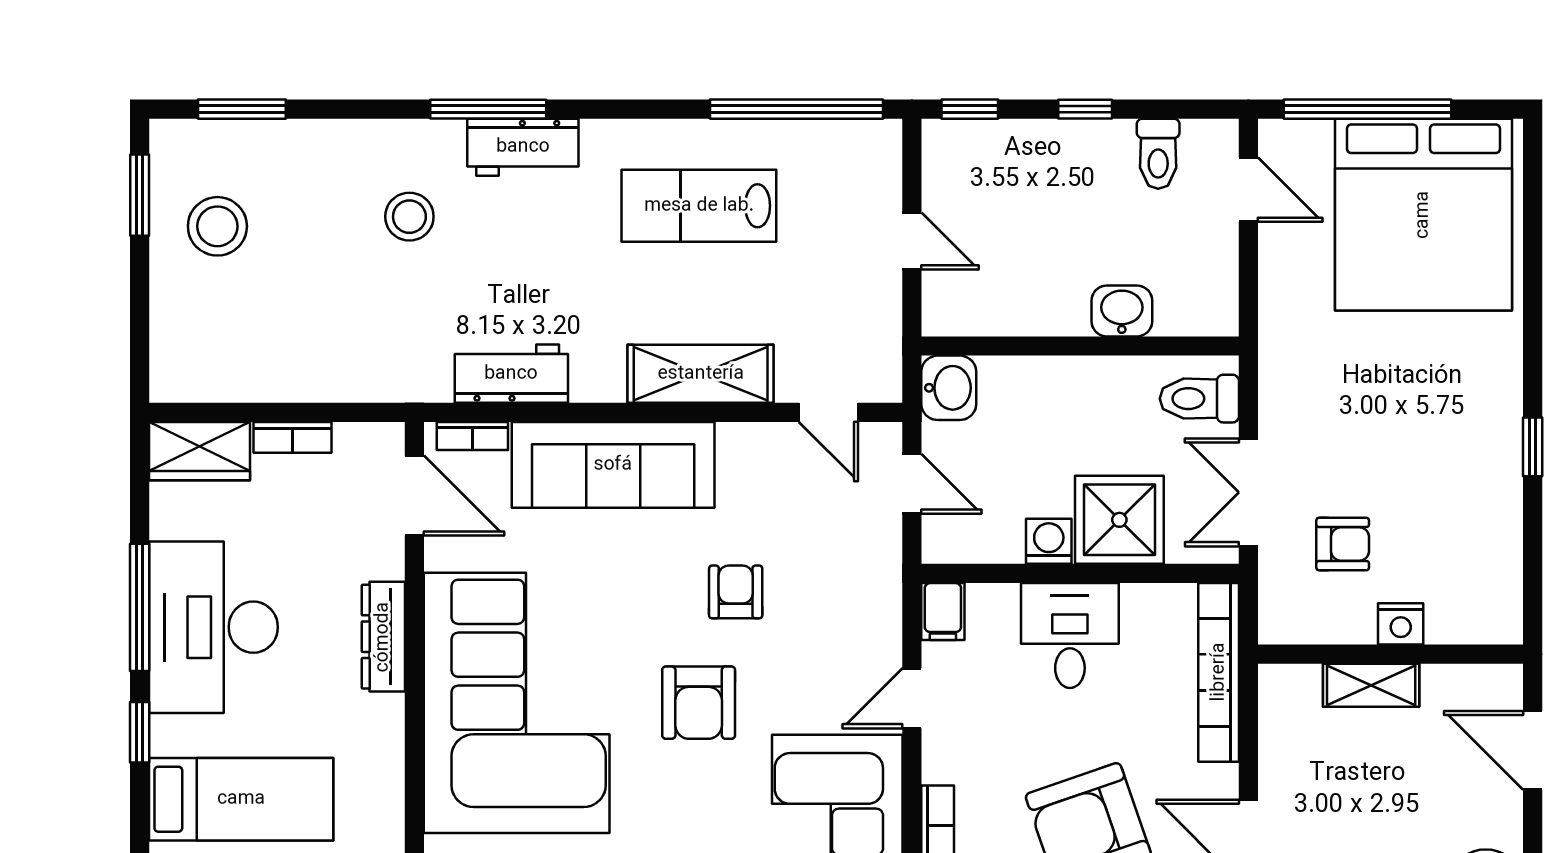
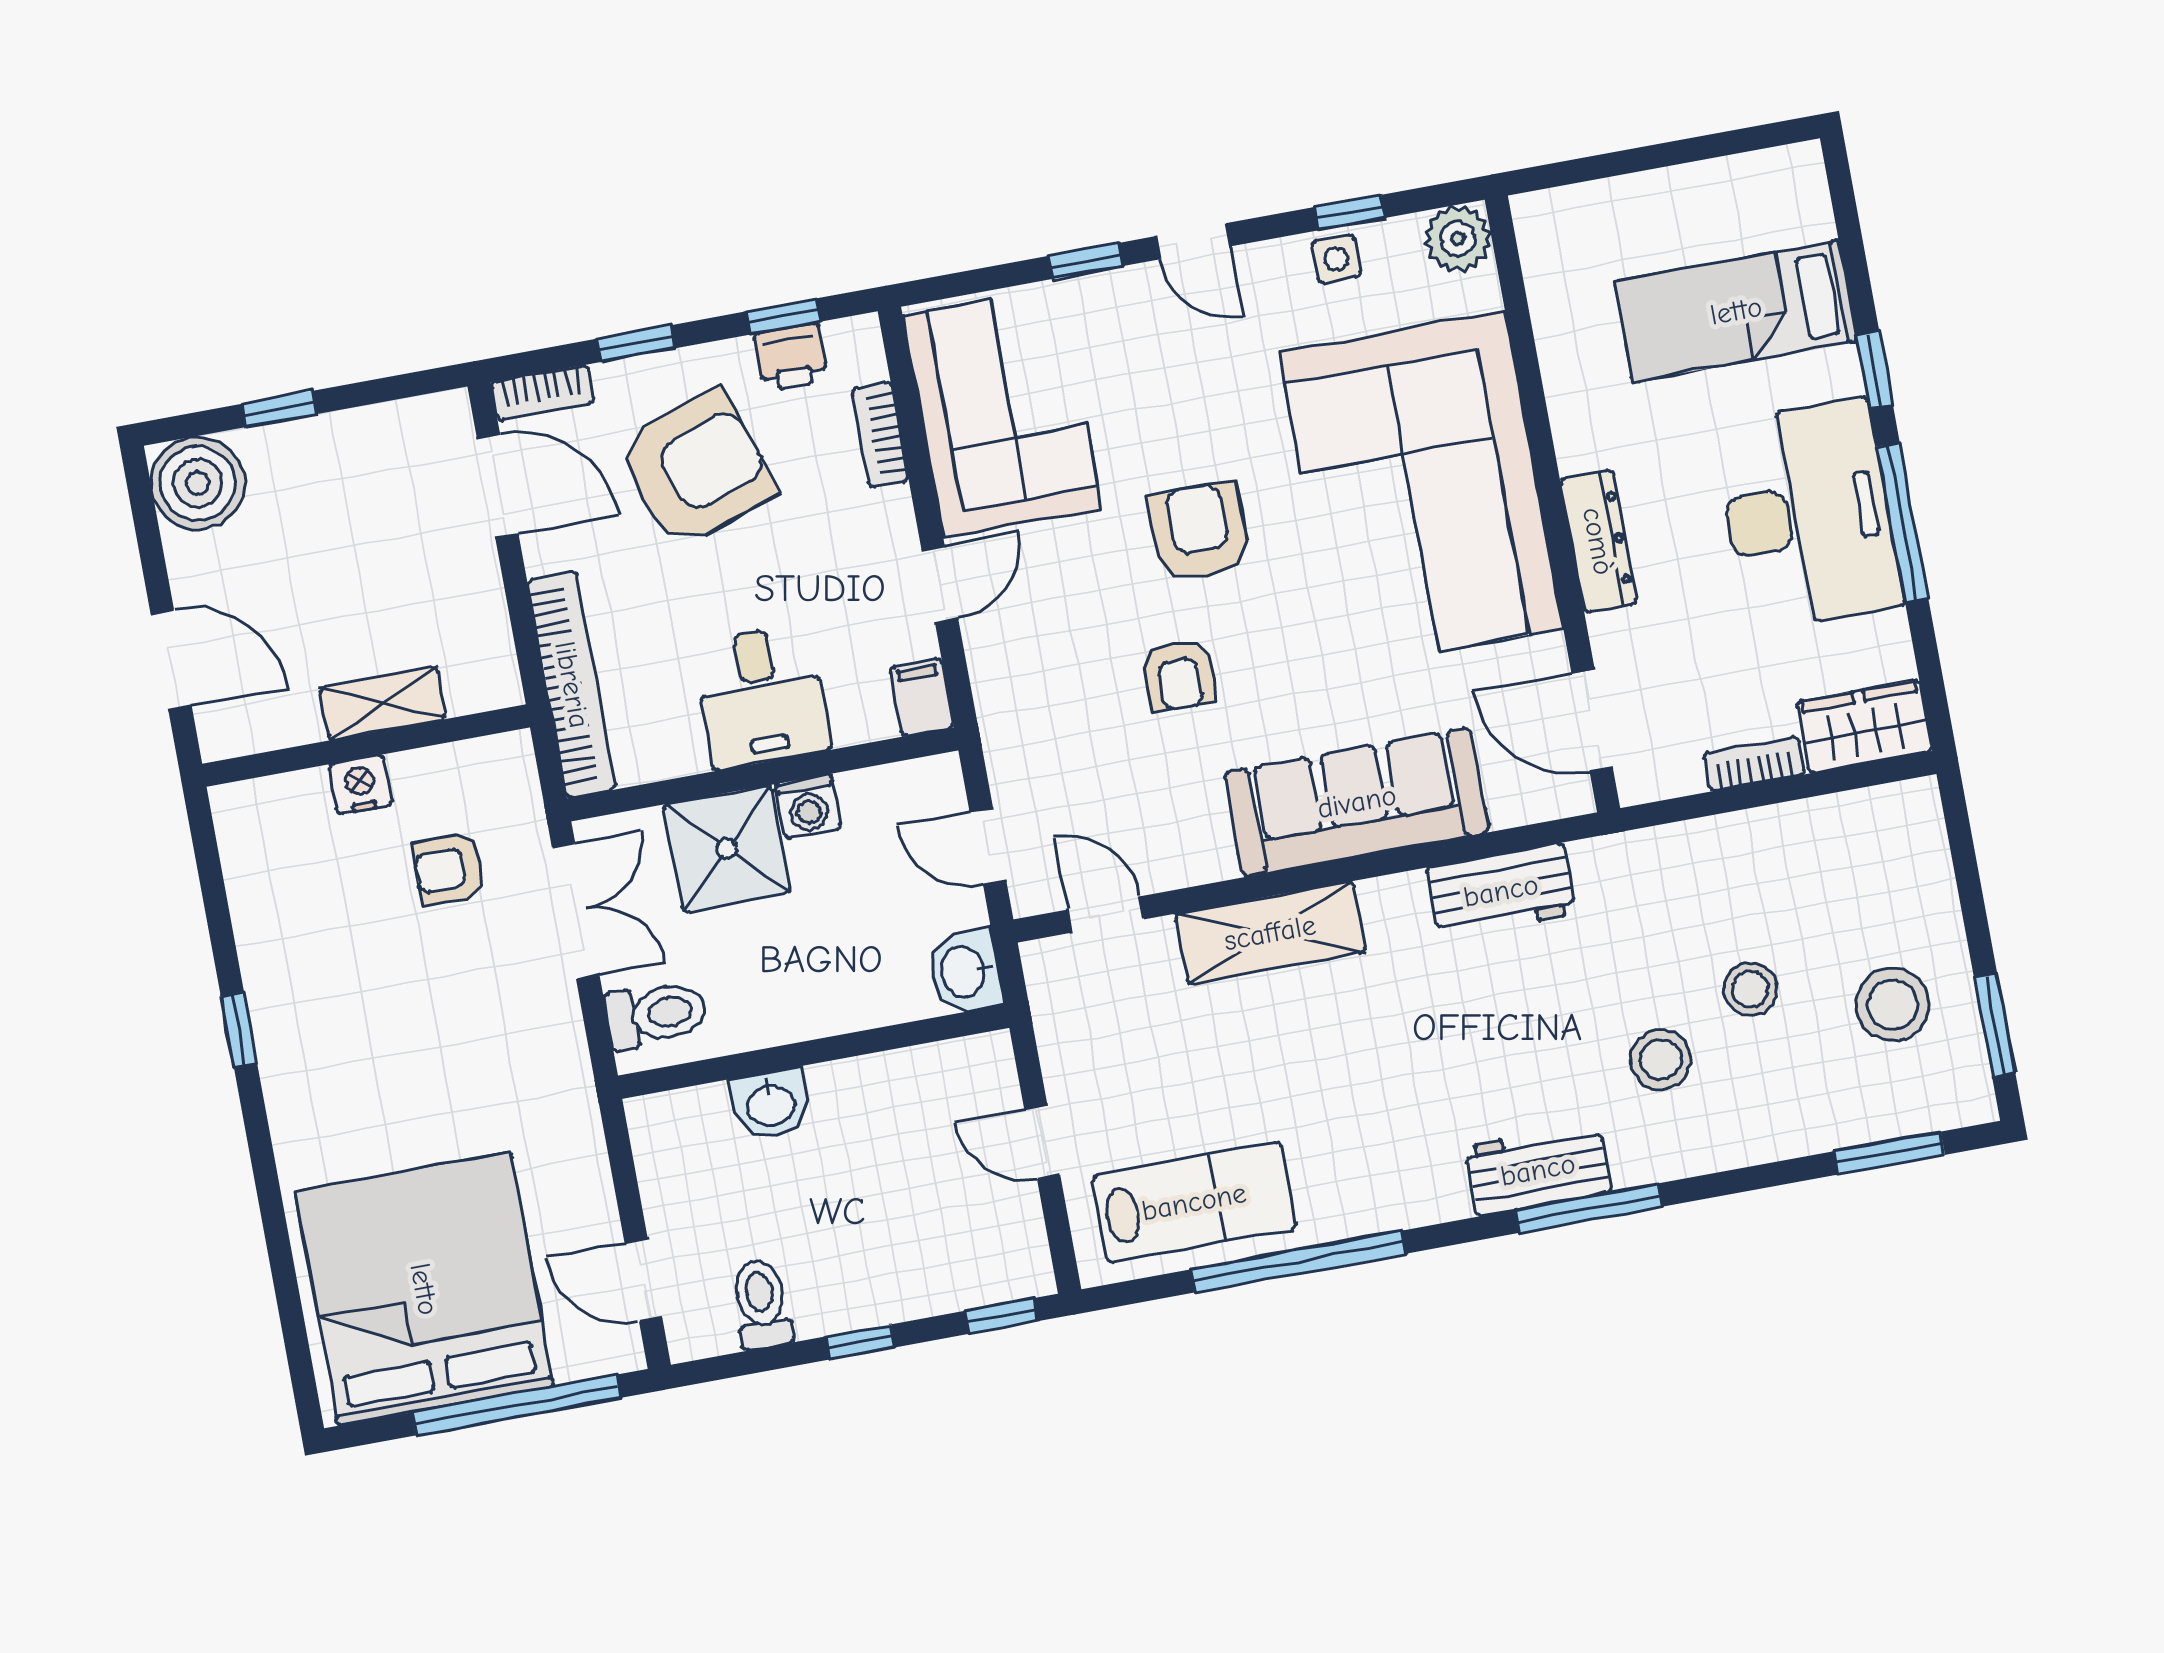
window: (797, 109) -> (1299, 1261), moved
lab bench: (699, 206) -> (1194, 1202), moved
stool: (328, 259) -> (1750, 989), added
bookcase: (472, 436) -> (1535, 806), removed

